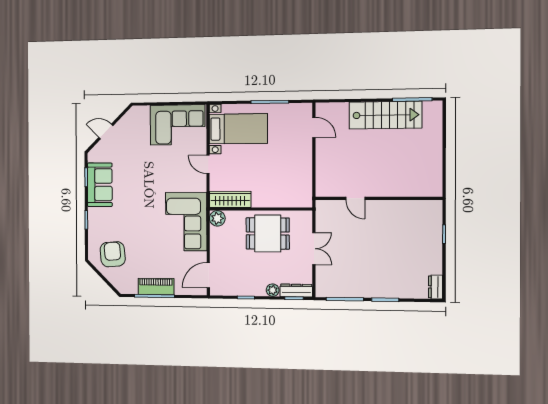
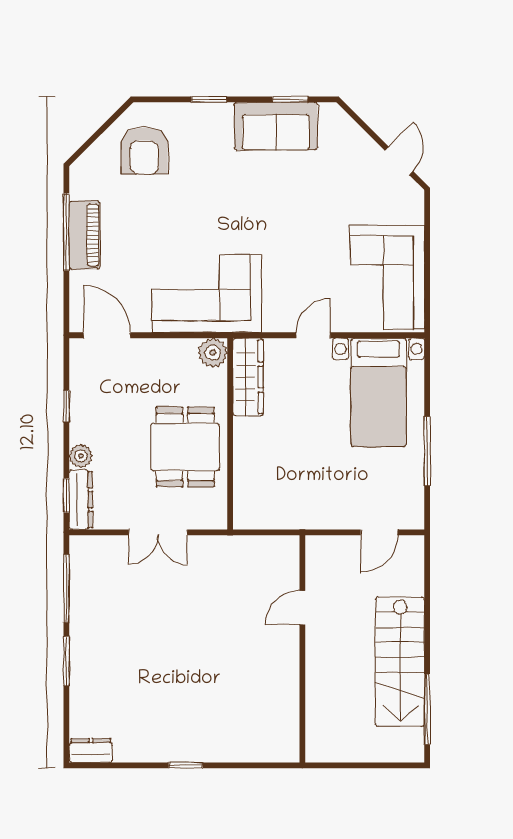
door: (106, 132) -> (399, 161), moved
door: (355, 198) -> (302, 608), moved
wall: (378, 198) -> (302, 649), moved
armchair: (113, 254) -> (144, 151), turned 95

